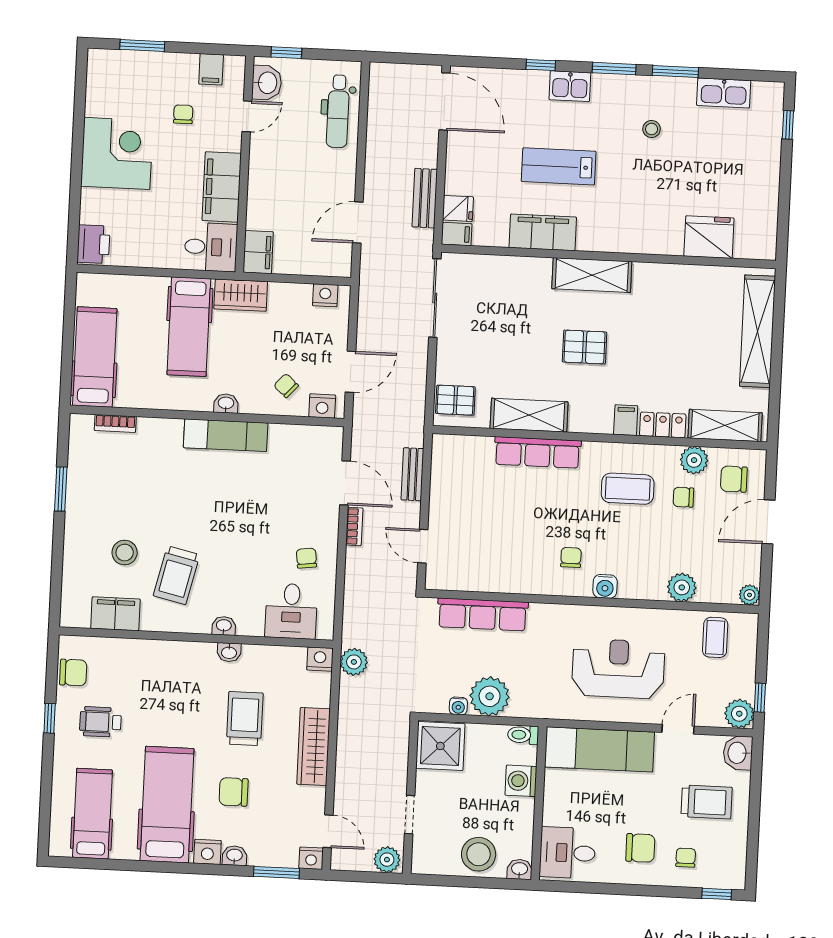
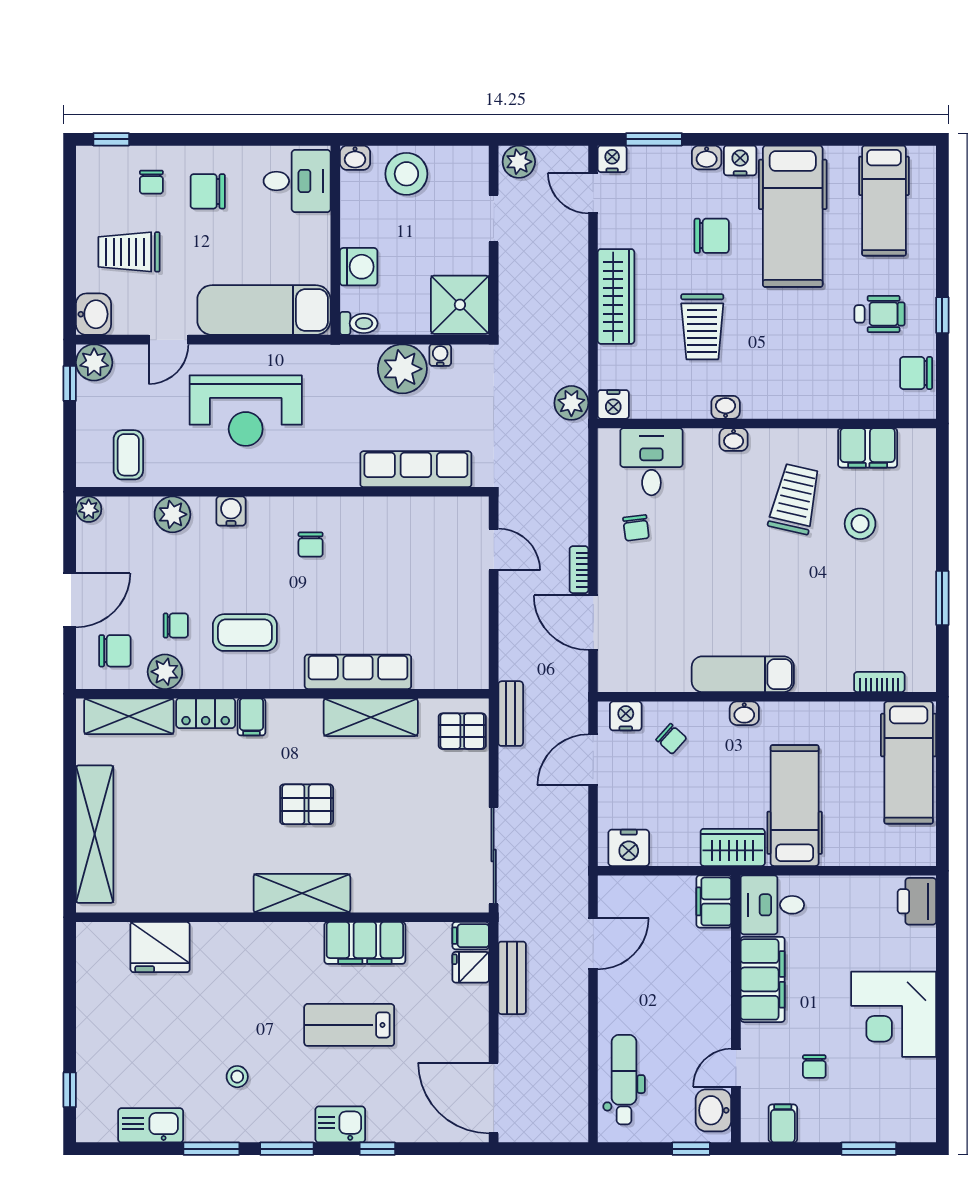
lab bench: (559, 166) -> (349, 1025), turned 180
nightstand: (325, 295) -> (629, 848), width x1.36, depth x1.33
bench: (412, 474) -> (511, 714), moved
water cooler: (605, 586) -> (231, 511), moved

